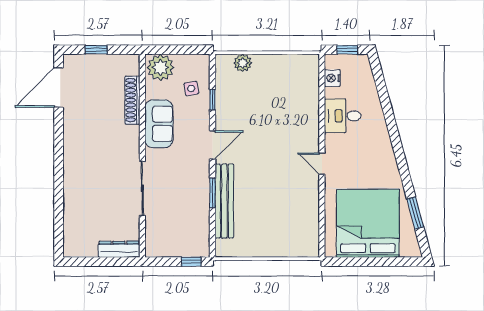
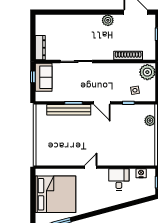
sofa: (159, 124) -> (44, 77), moved, turned -90
plant: (72, 135) -> (108, 20), added
window: (191, 262) -> (33, 77), moved

